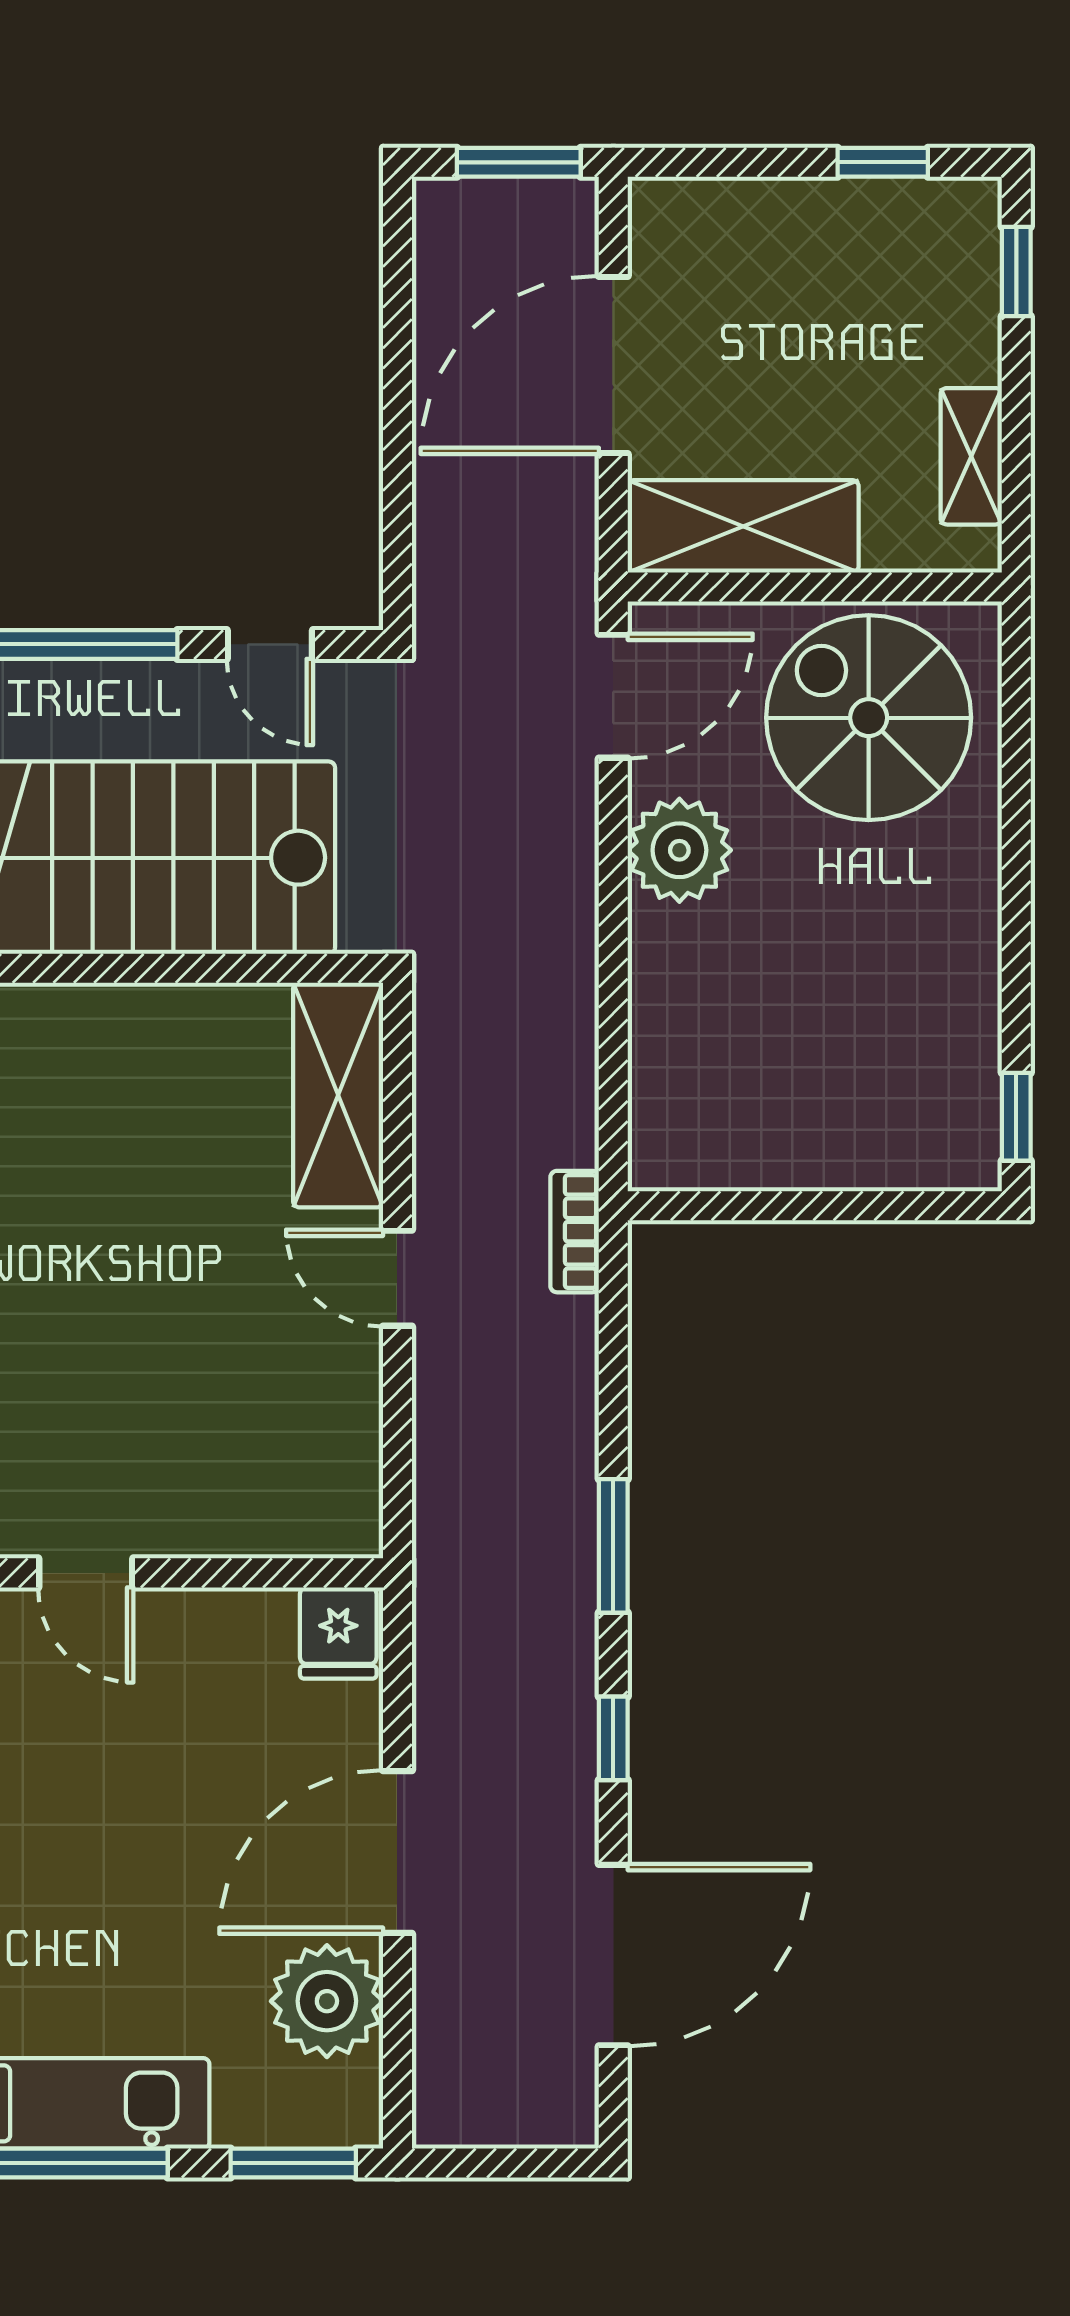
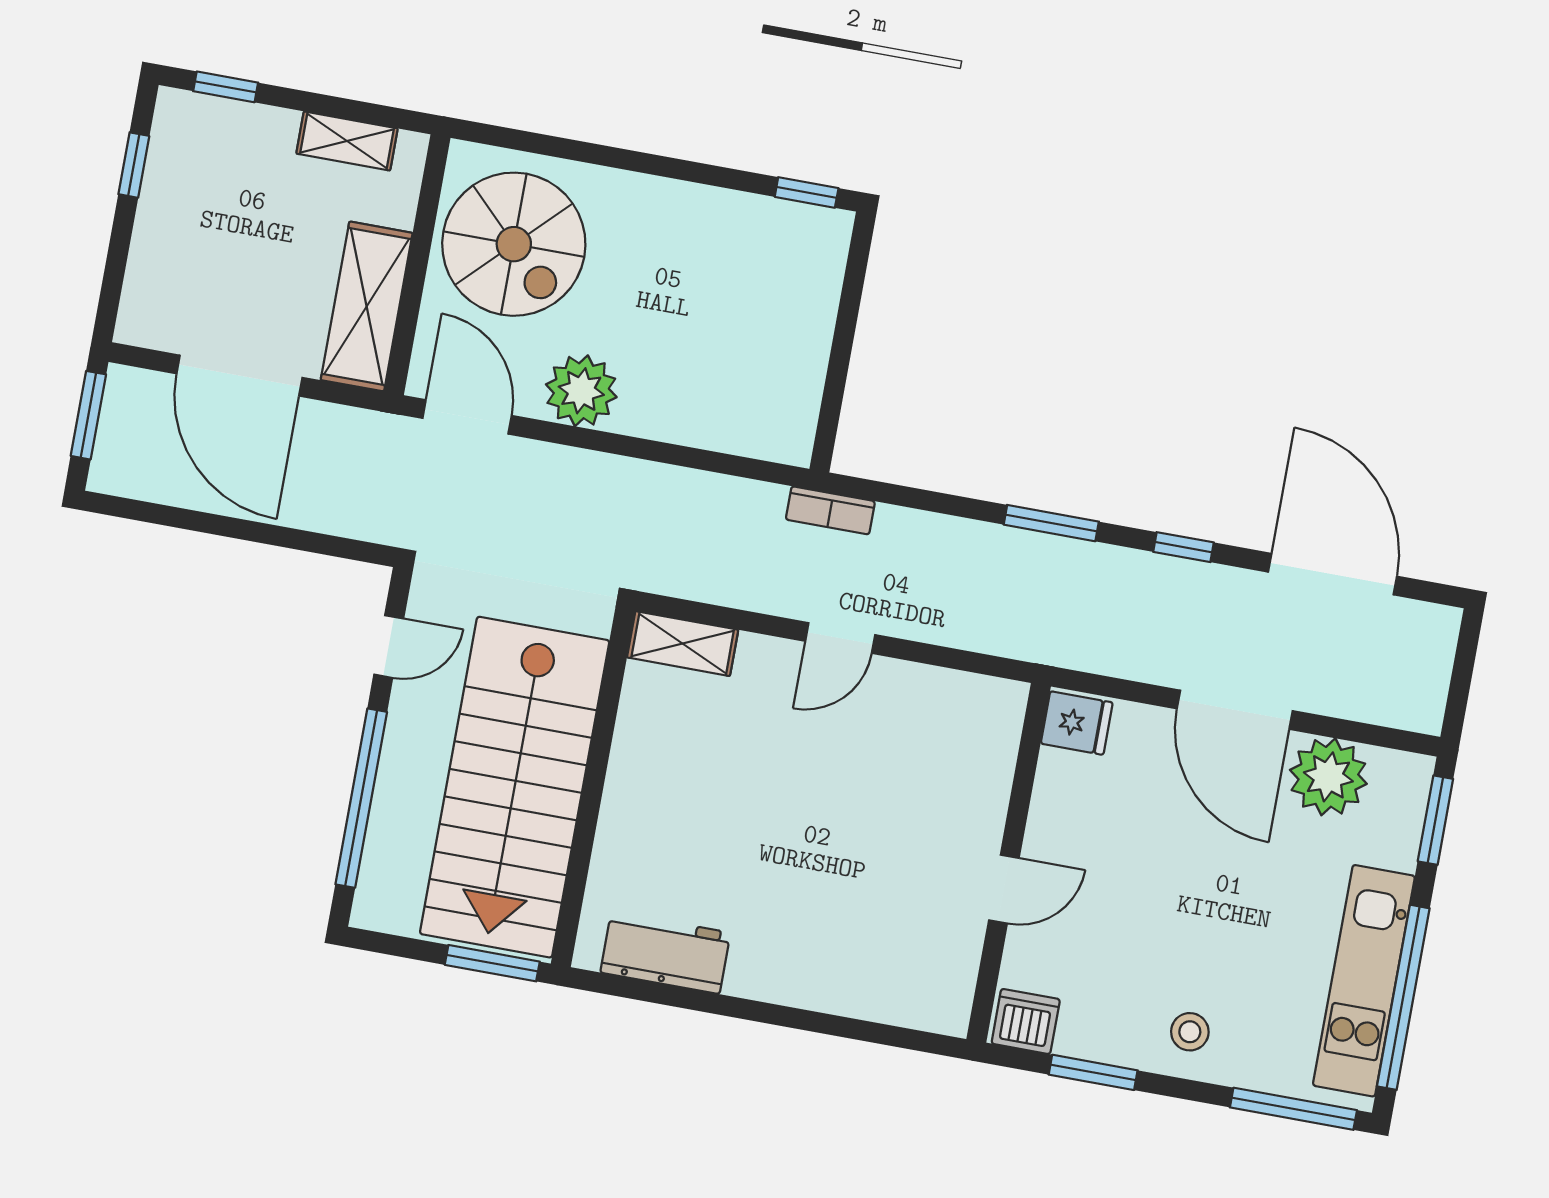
spiral stairs: (869, 718) -> (514, 244), turned -90
shelving: (338, 1095) -> (683, 644), width x0.67, depth x0.75

